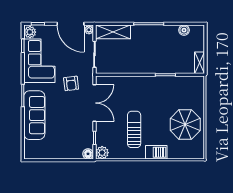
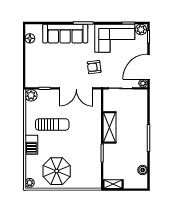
shelving: (113, 32) -> (109, 127), moved
floor lamp: (88, 154) -> (30, 38), moved
plant: (198, 154) -> (30, 183), added

